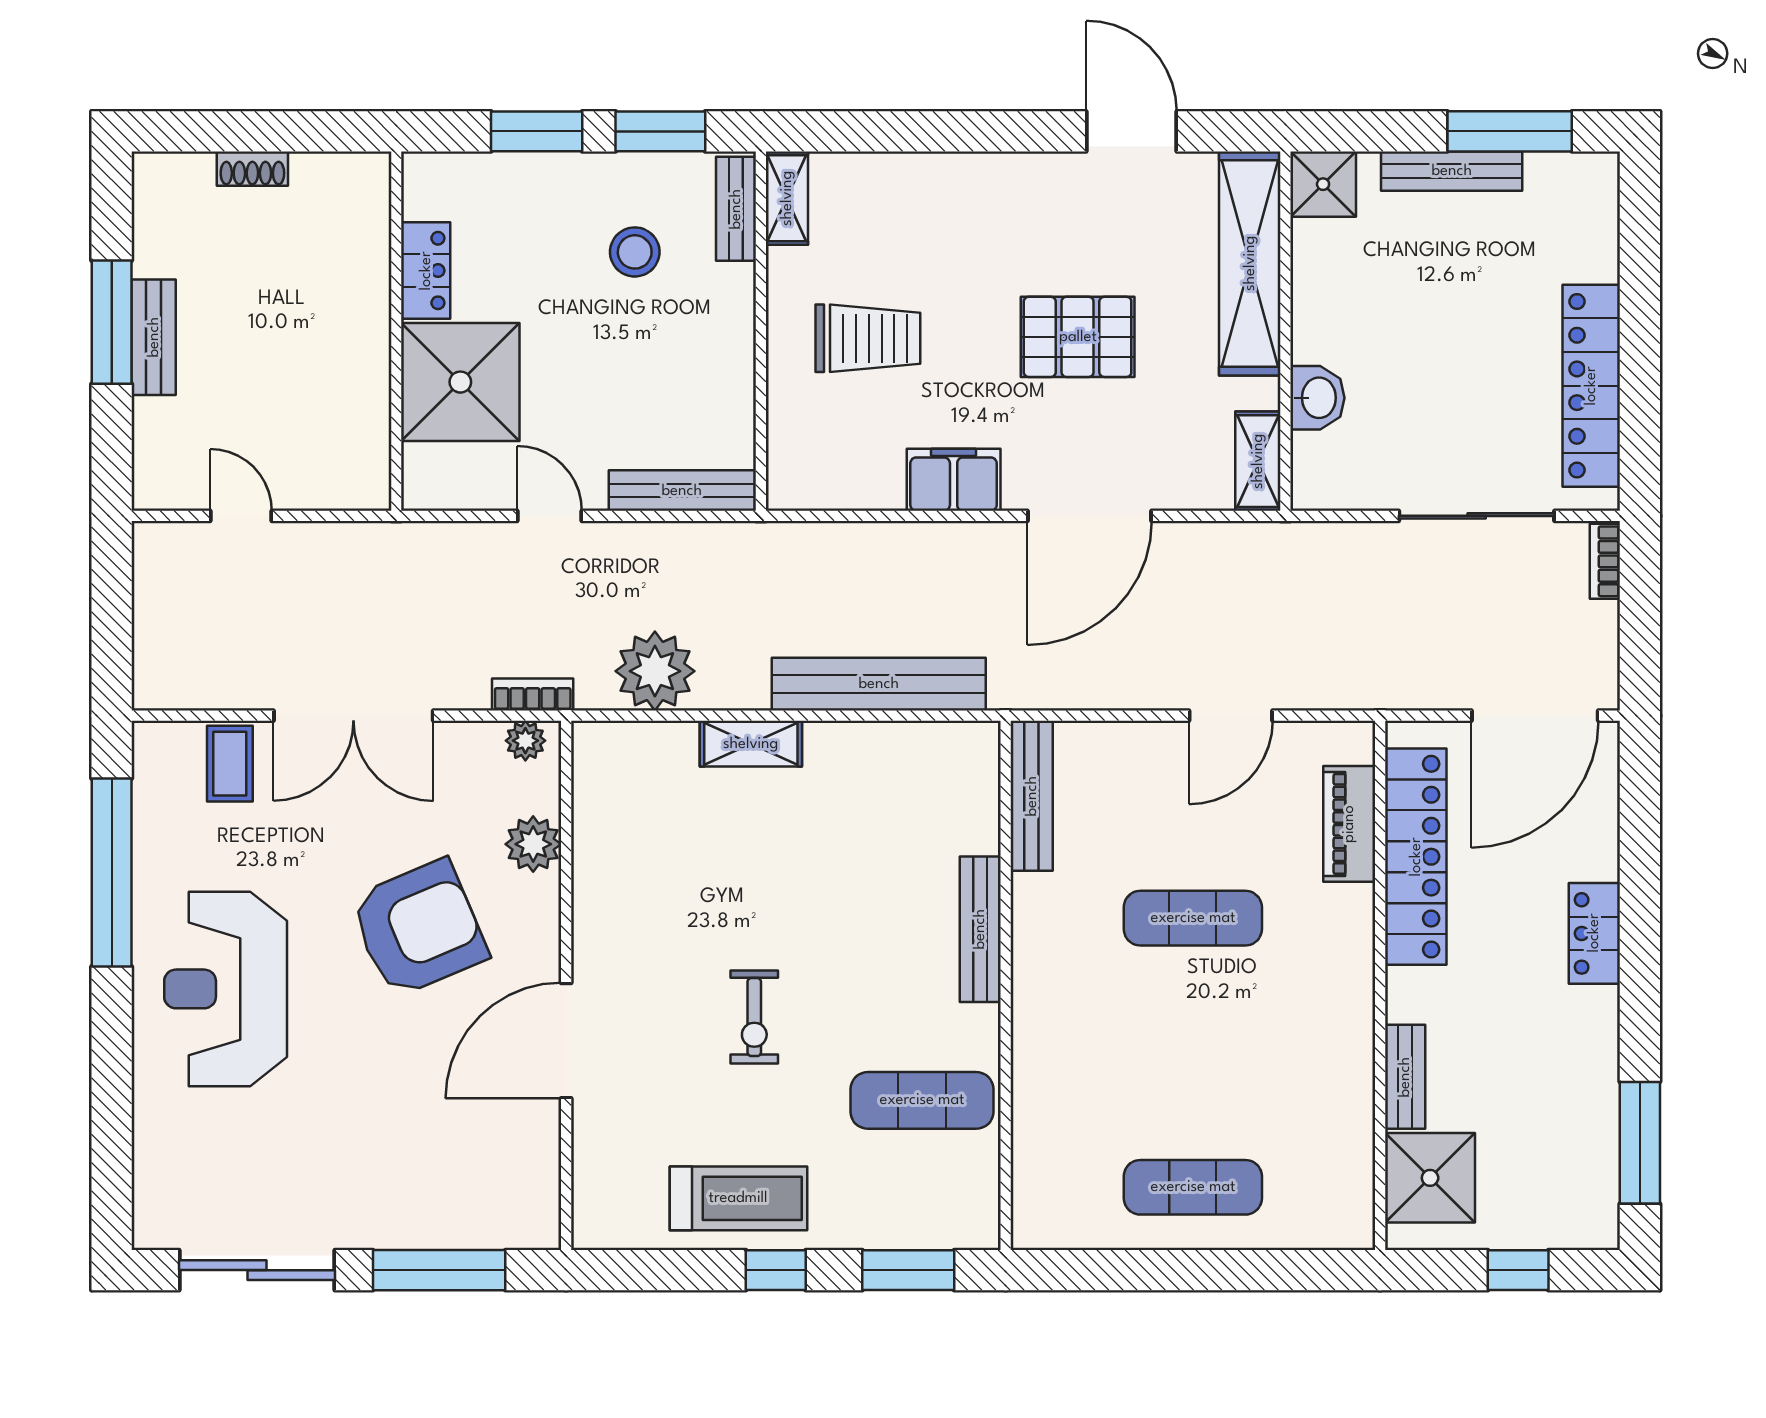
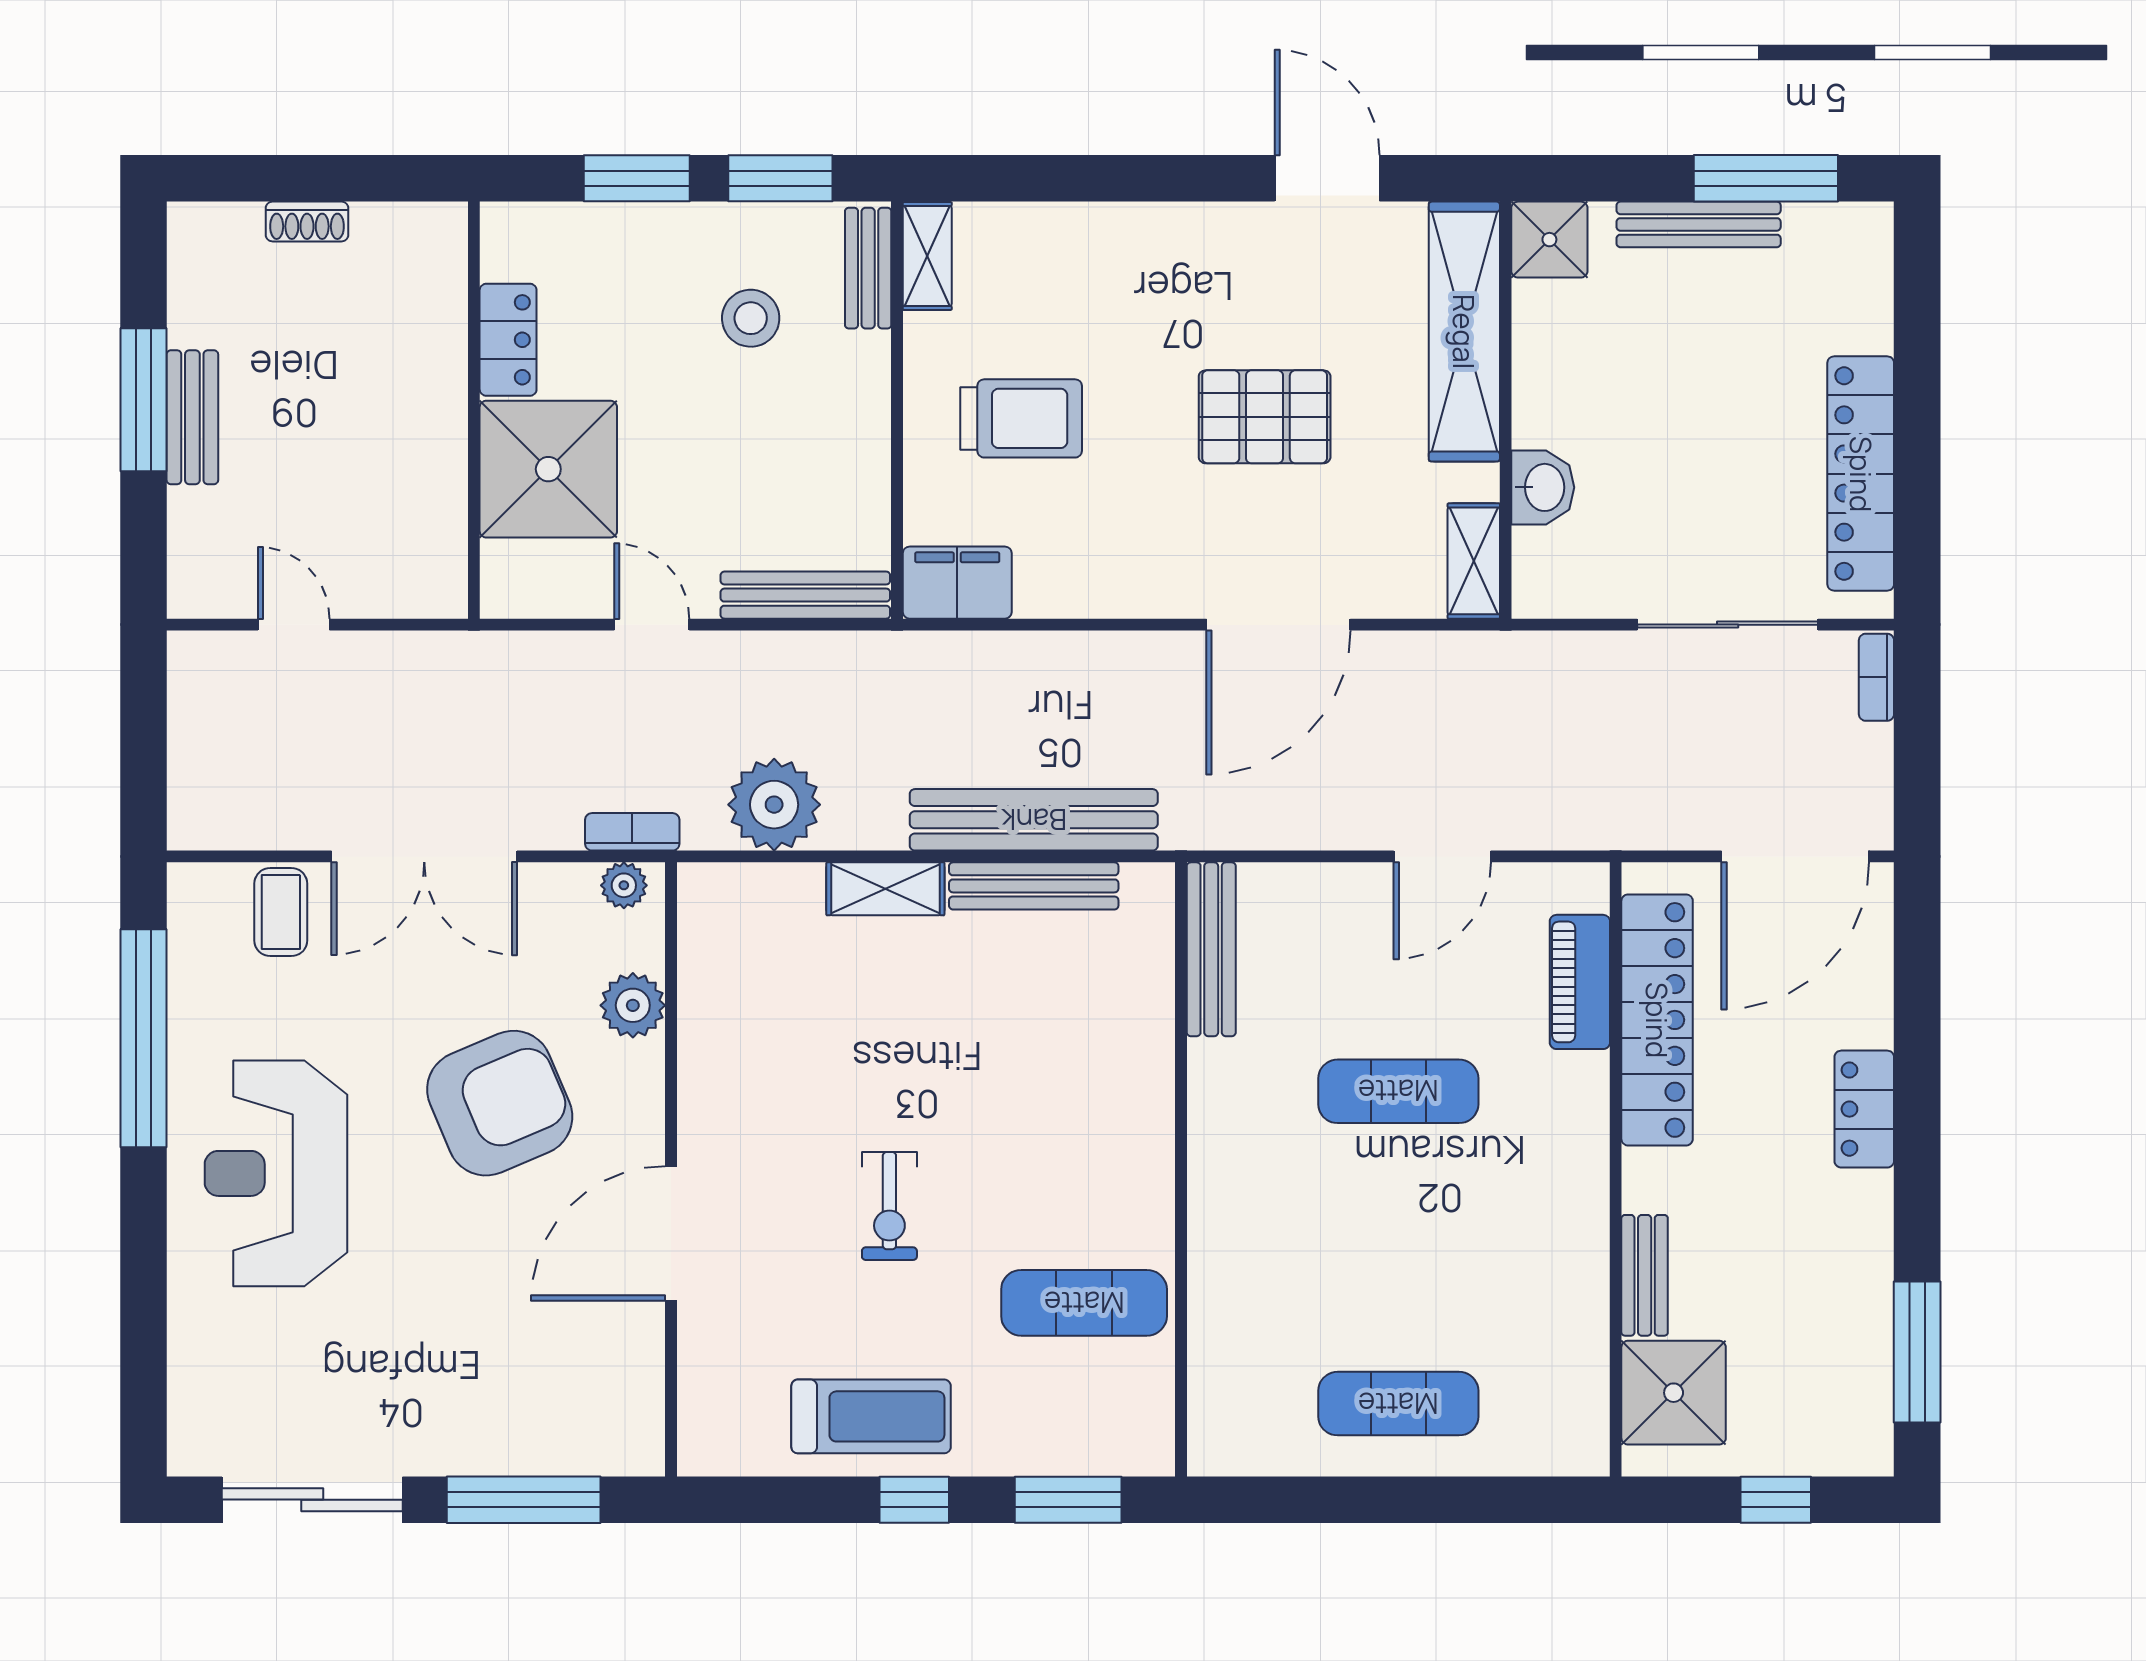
filing cabinet: (954, 480) -> (957, 583), moved
bench: (980, 929) -> (1034, 886), moved, turned 90

